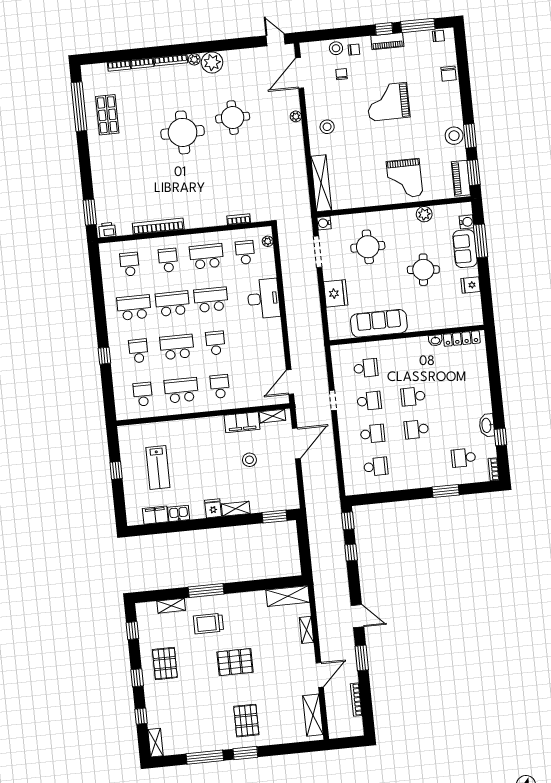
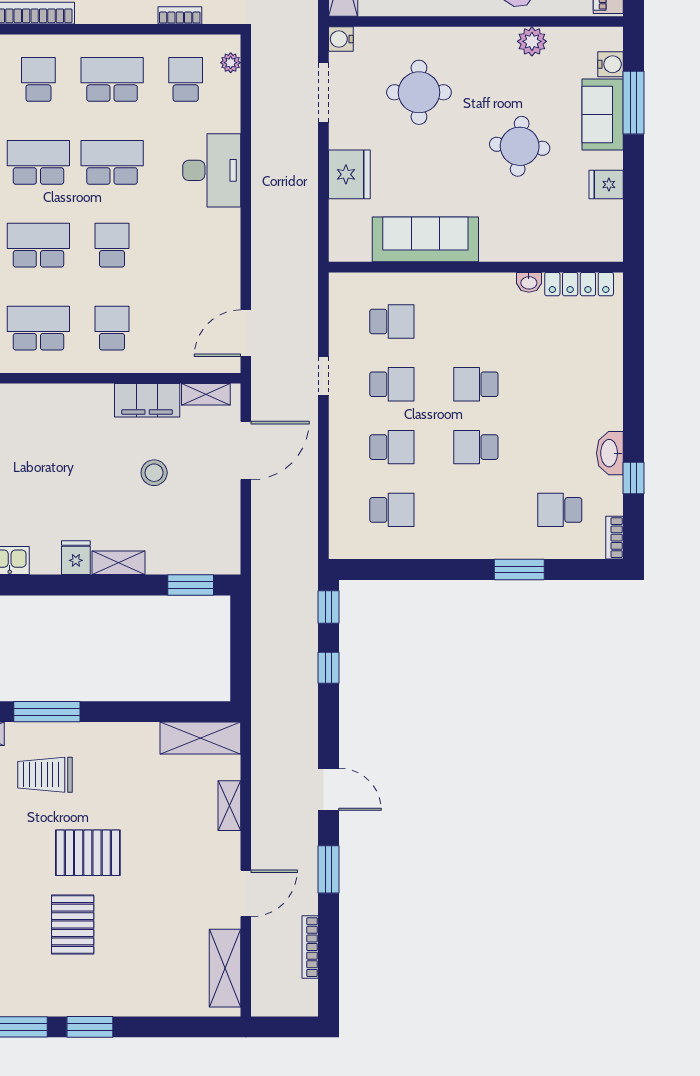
pallet: (246, 721) -> (73, 925), moved

